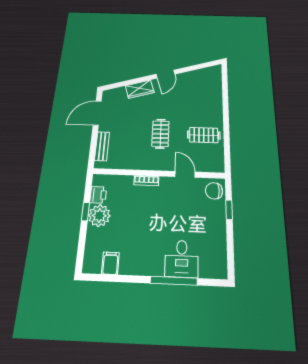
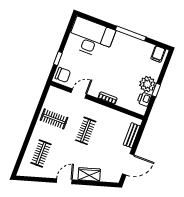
clothes rail: (203, 94) -> (41, 154), added
door: (185, 174) -> (79, 93), swing flipped
desk: (182, 259) -> (91, 38), width x1.87, depth x1.30
filing cabinet: (110, 263) -> (158, 54), moved
window: (174, 281) -> (131, 33), moved

